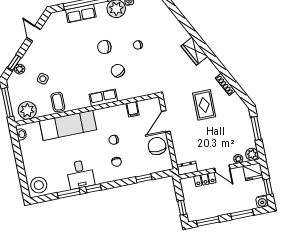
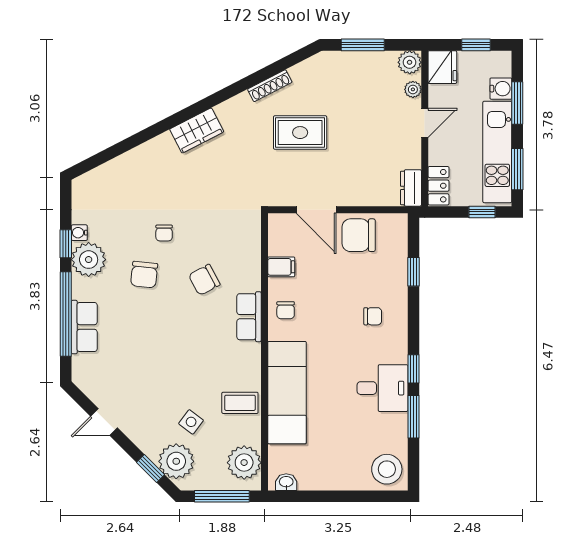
chair: (104, 47) -> (144, 275), moved
plant: (20, 69) -> (176, 461), width x1.88, depth x1.88
chair: (114, 140) -> (286, 310), moved
locker: (205, 179) -> (438, 186), moved
water cooler: (262, 202) -> (501, 89), moved
kitchen unit: (215, 209) -> (497, 152), added

